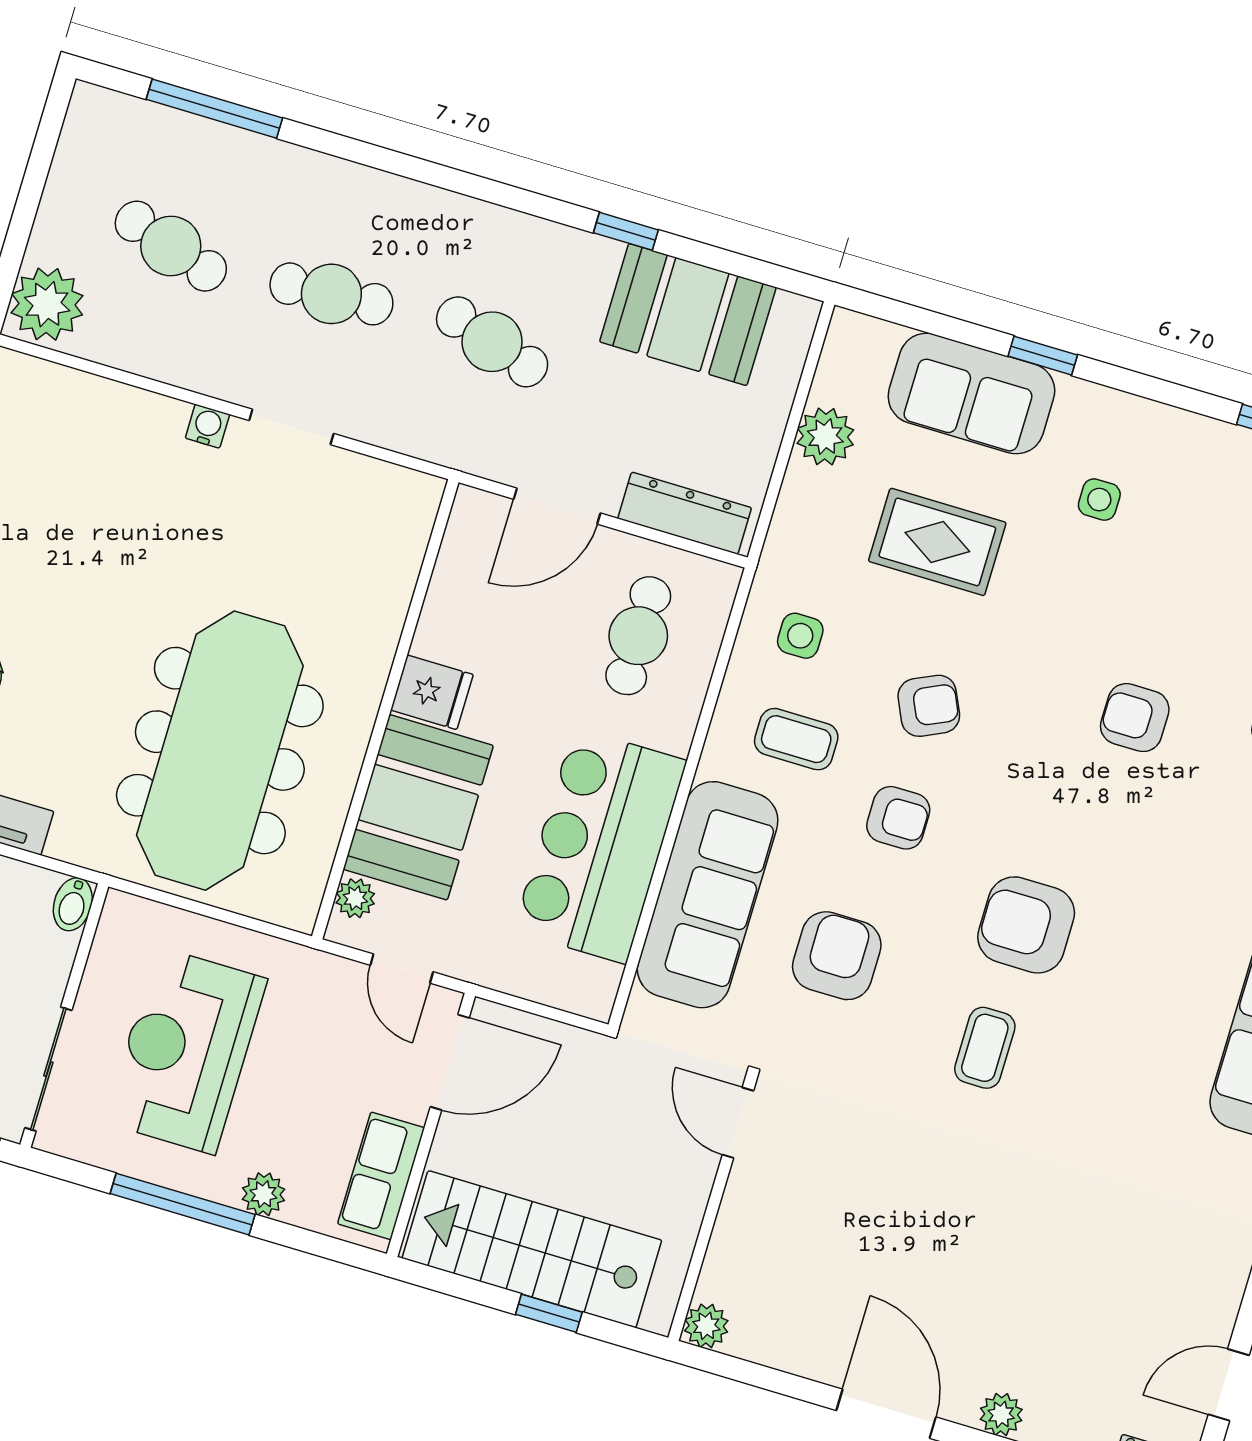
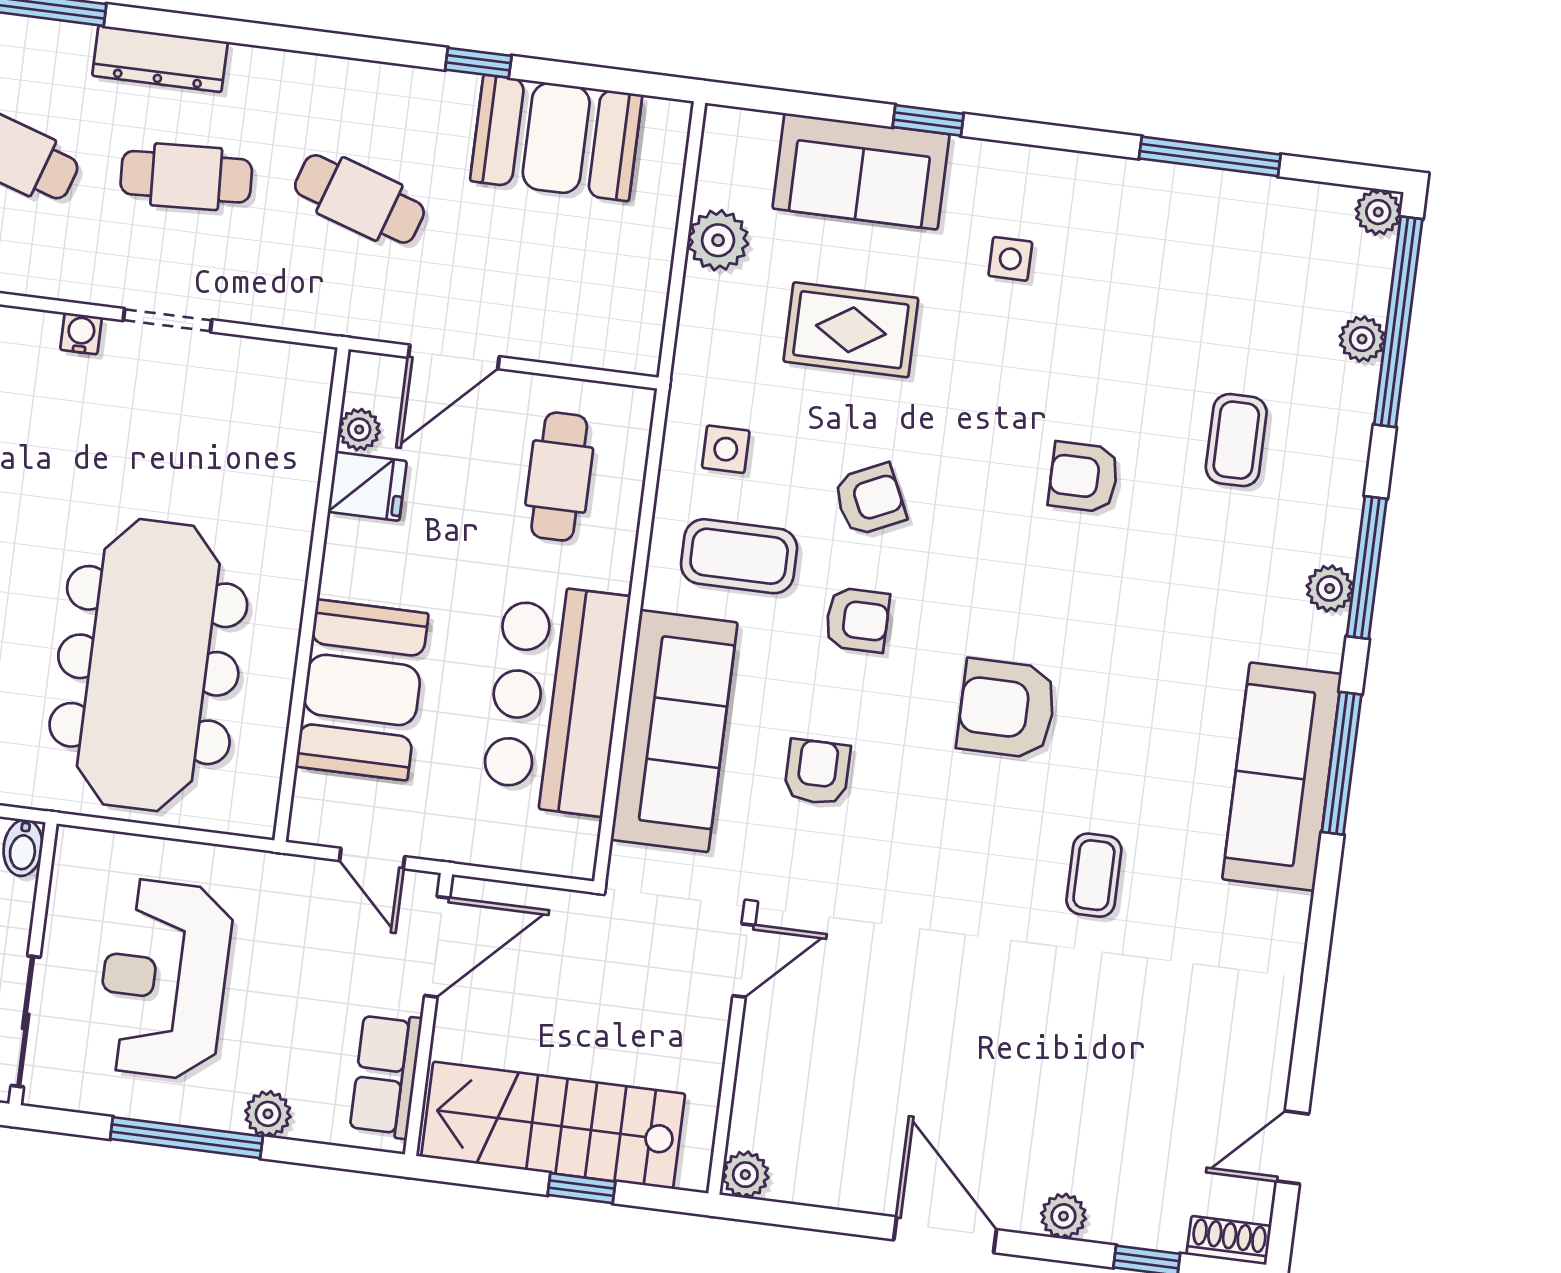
dresser: (685, 513) -> (160, 59), moved, turned 180
fridge: (432, 692) -> (367, 486), moved
coffee table: (796, 739) -> (739, 556), width x1.36, depth x1.30
plant: (355, 898) -> (359, 430), moved
armchair: (837, 956) -> (817, 772), width x0.72, depth x0.72
coffee table: (985, 1048) -> (1094, 875), moved
door: (738, 1123) -> (744, 961), swing flipped

